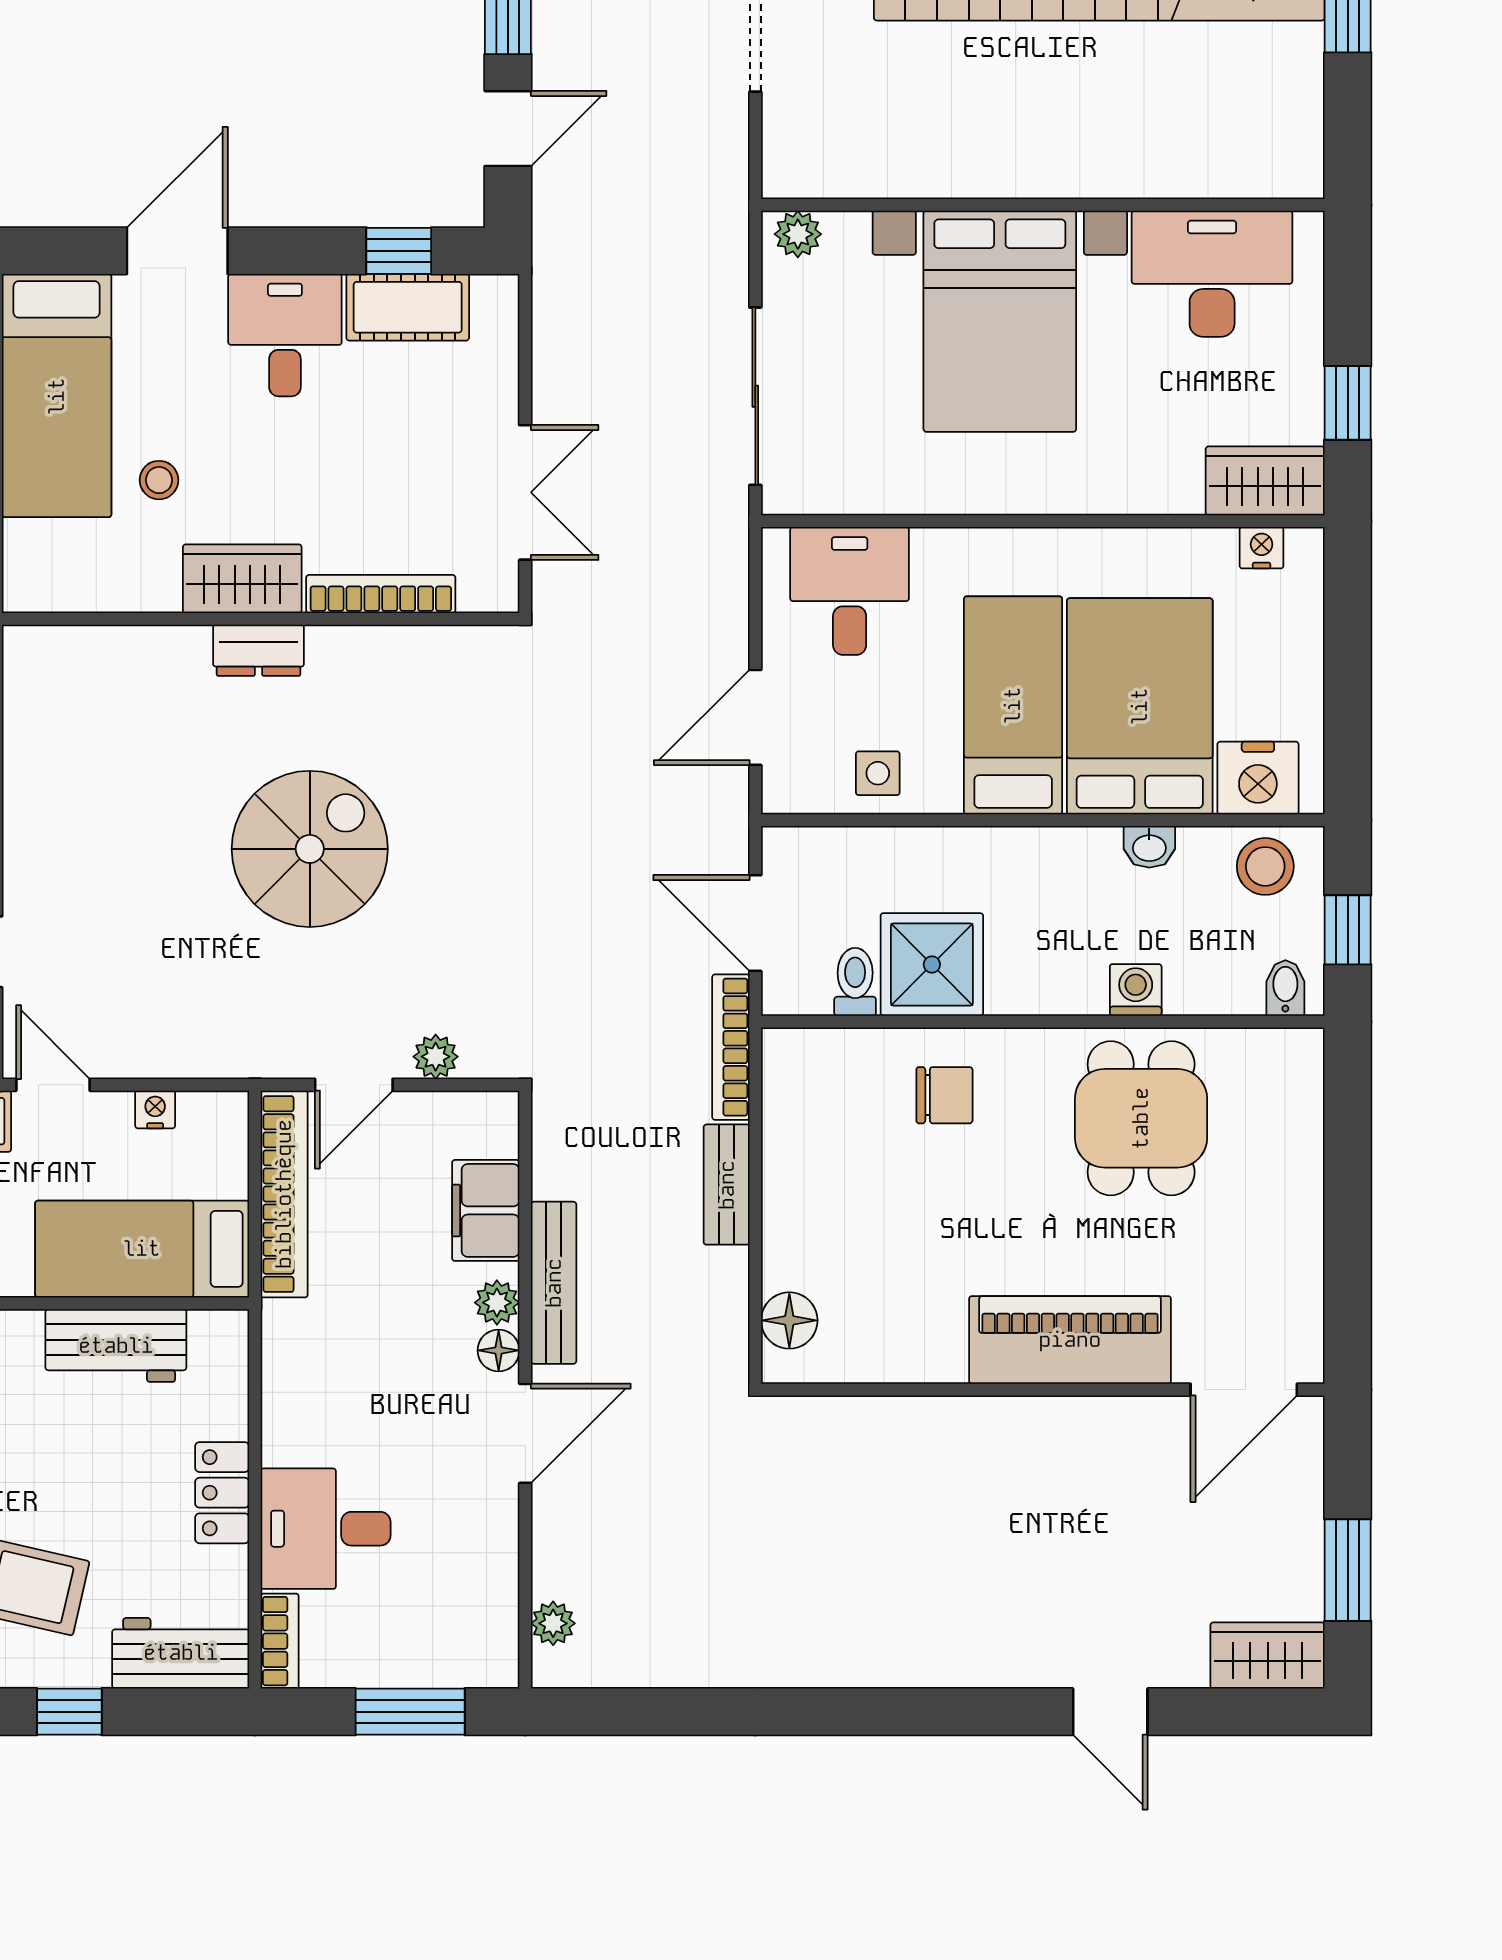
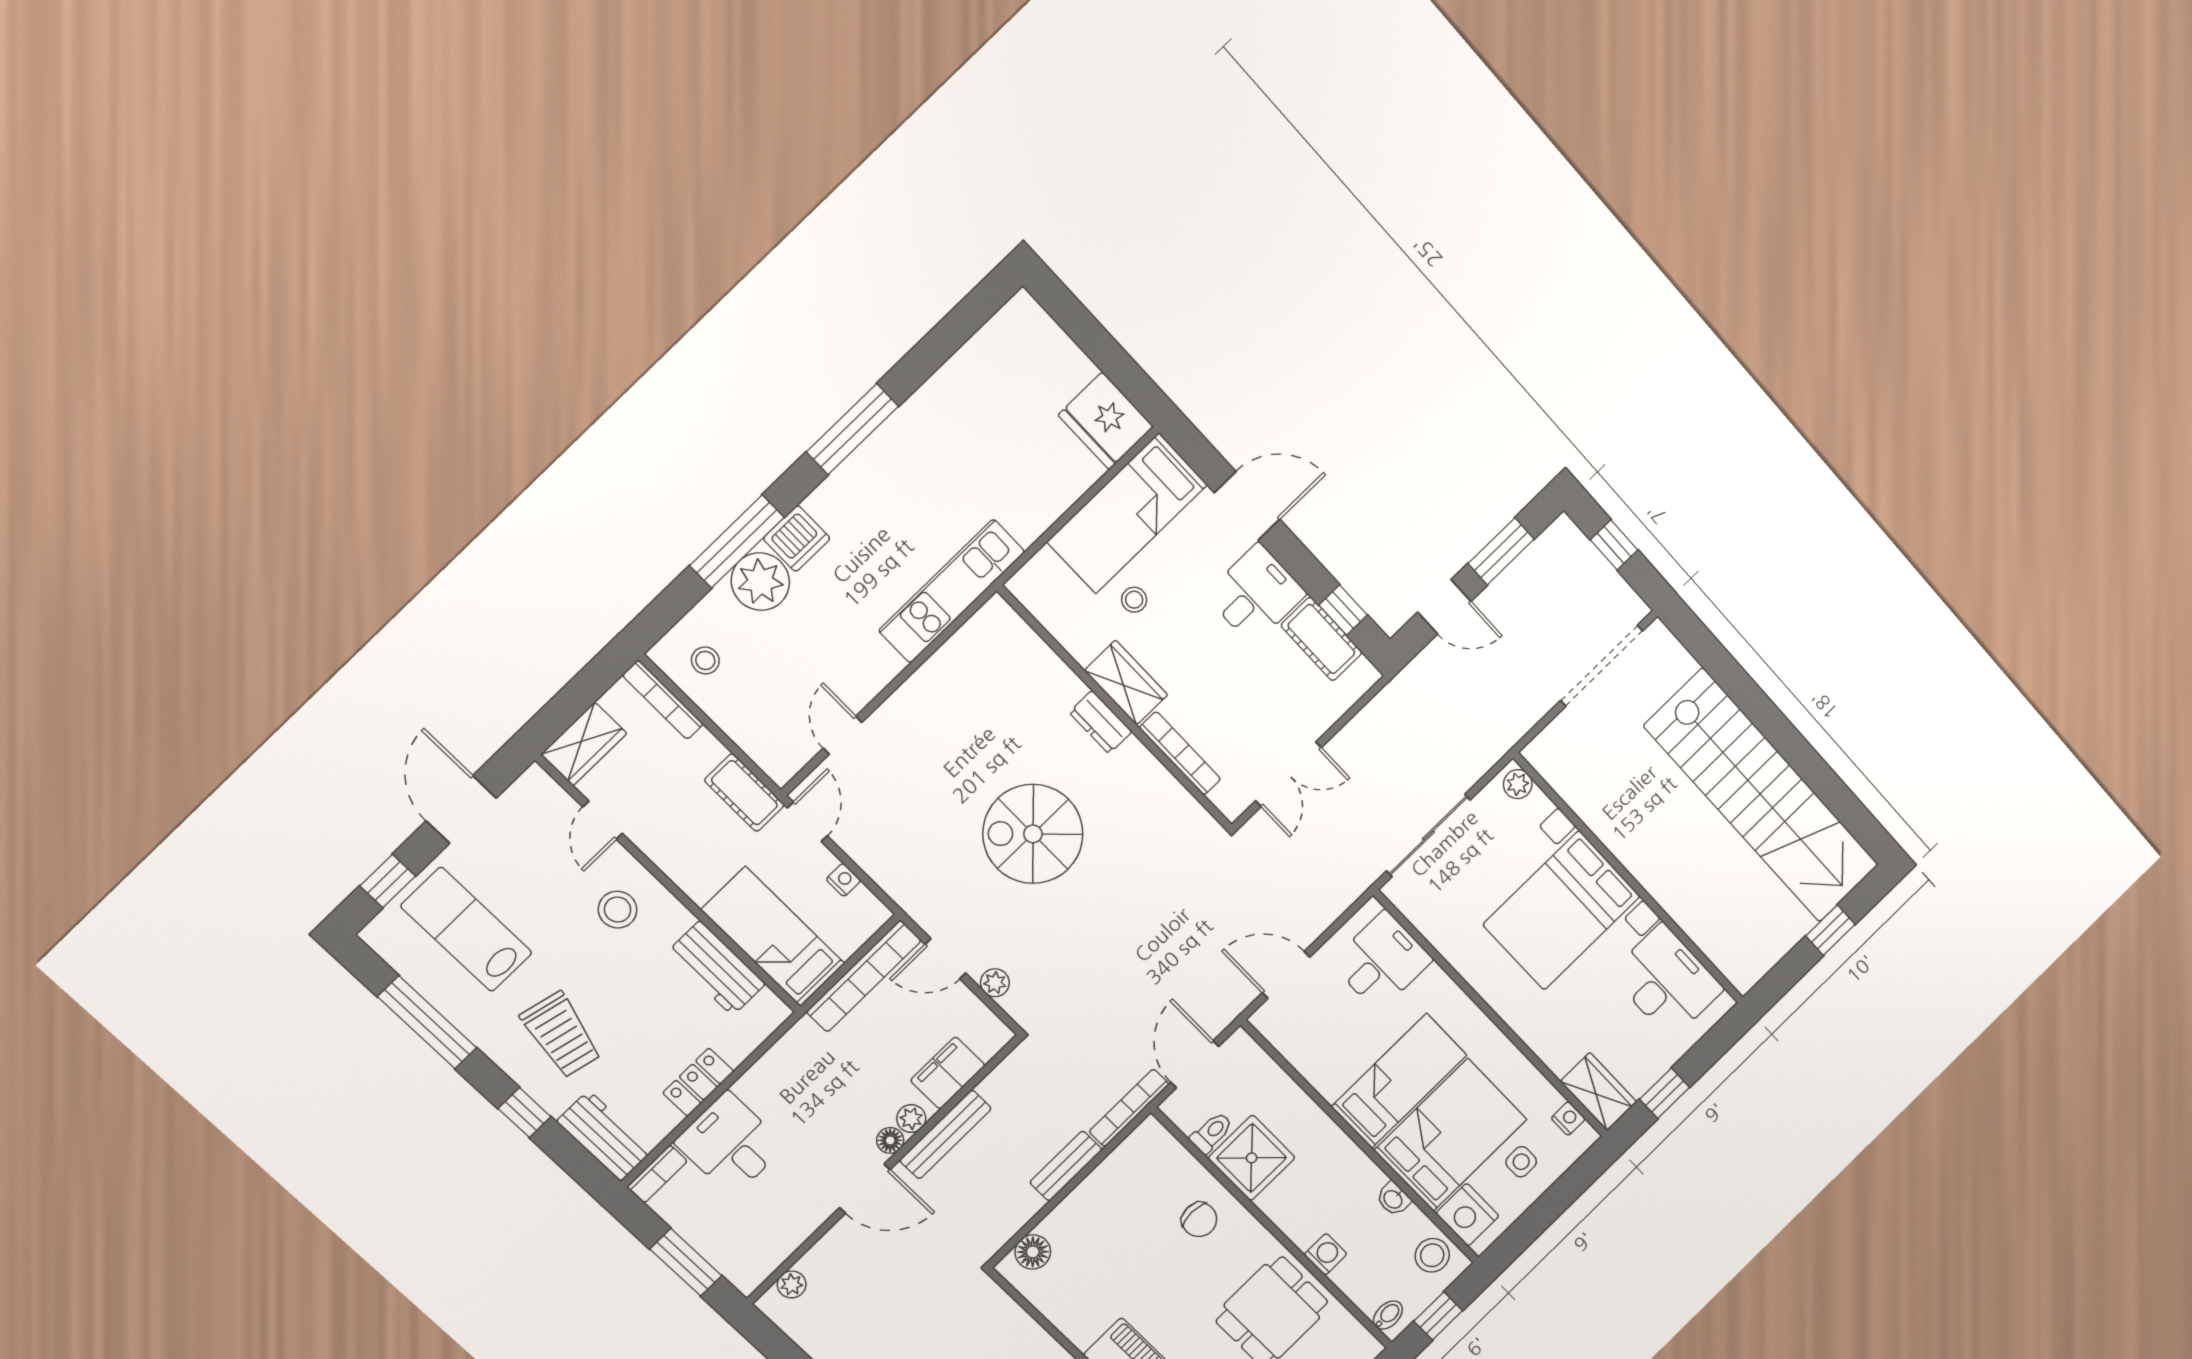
side table: (878, 773) -> (1521, 1162), moved
spiral stairs: (310, 849) -> (1033, 834), turned 180

